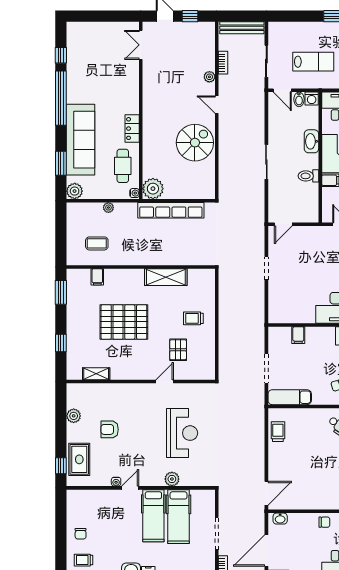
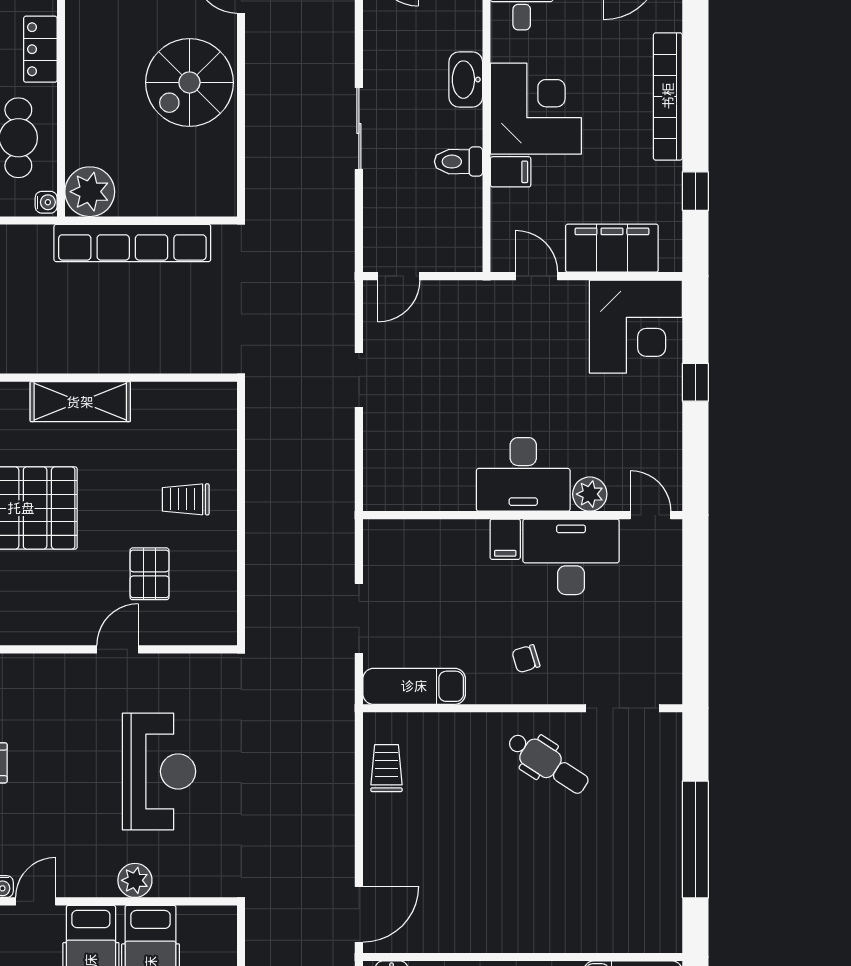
spiral stairs: (195, 143) -> (189, 82), turned 180
shelving: (166, 277) -> (80, 402), moved
filing cabinet: (298, 335) -> (505, 539), moved

